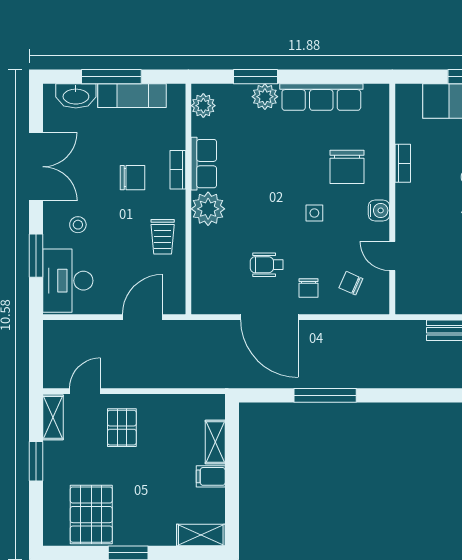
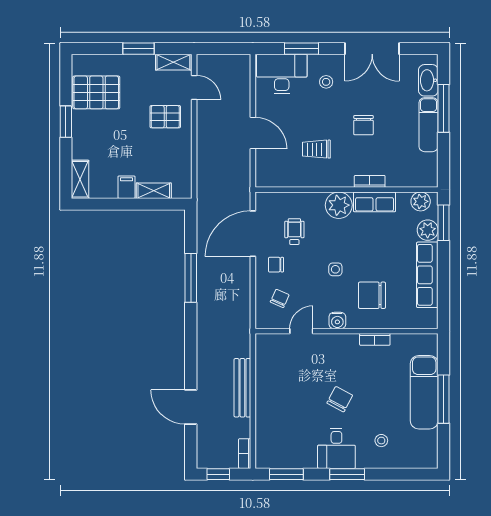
plant: (203, 106) -> (421, 201), moved
row of seats: (204, 164) -> (375, 202), moved
bookcase: (178, 170) -> (370, 181), moved
wall: (188, 199) -> (347, 190), moved
plant: (208, 209) -> (339, 205), moved

